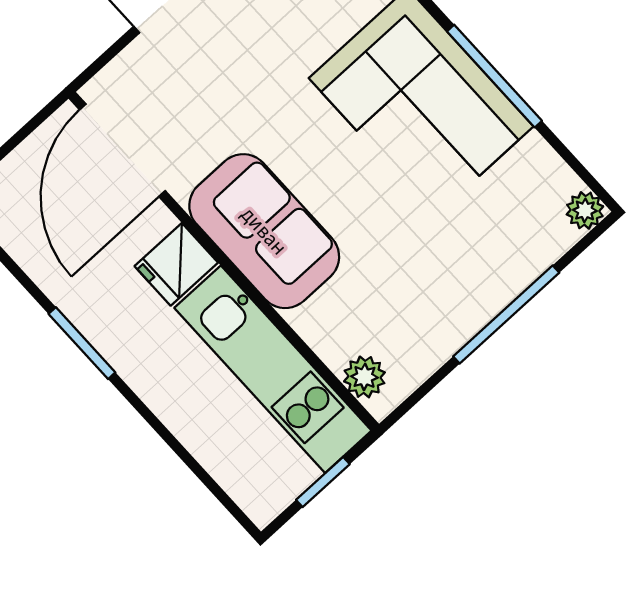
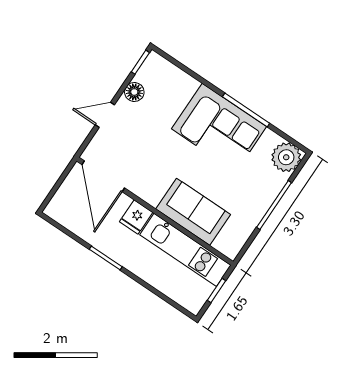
plant: (585, 210) -> (286, 157), width x1.88, depth x1.88
sofa: (264, 231) -> (193, 212), moved
plant: (364, 377) -> (223, 244), removed

